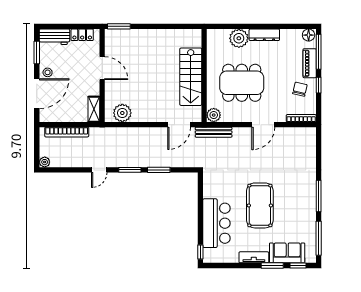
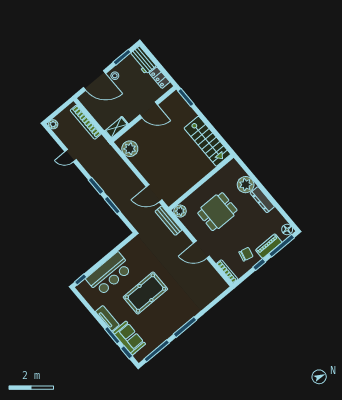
door: (102, 68) -> (149, 110), hinge flipped
stairs: (191, 77) -> (207, 141), moved, turned -90
dining table: (242, 83) -> (217, 212), width x0.73
door: (99, 170) -> (71, 156), moved

